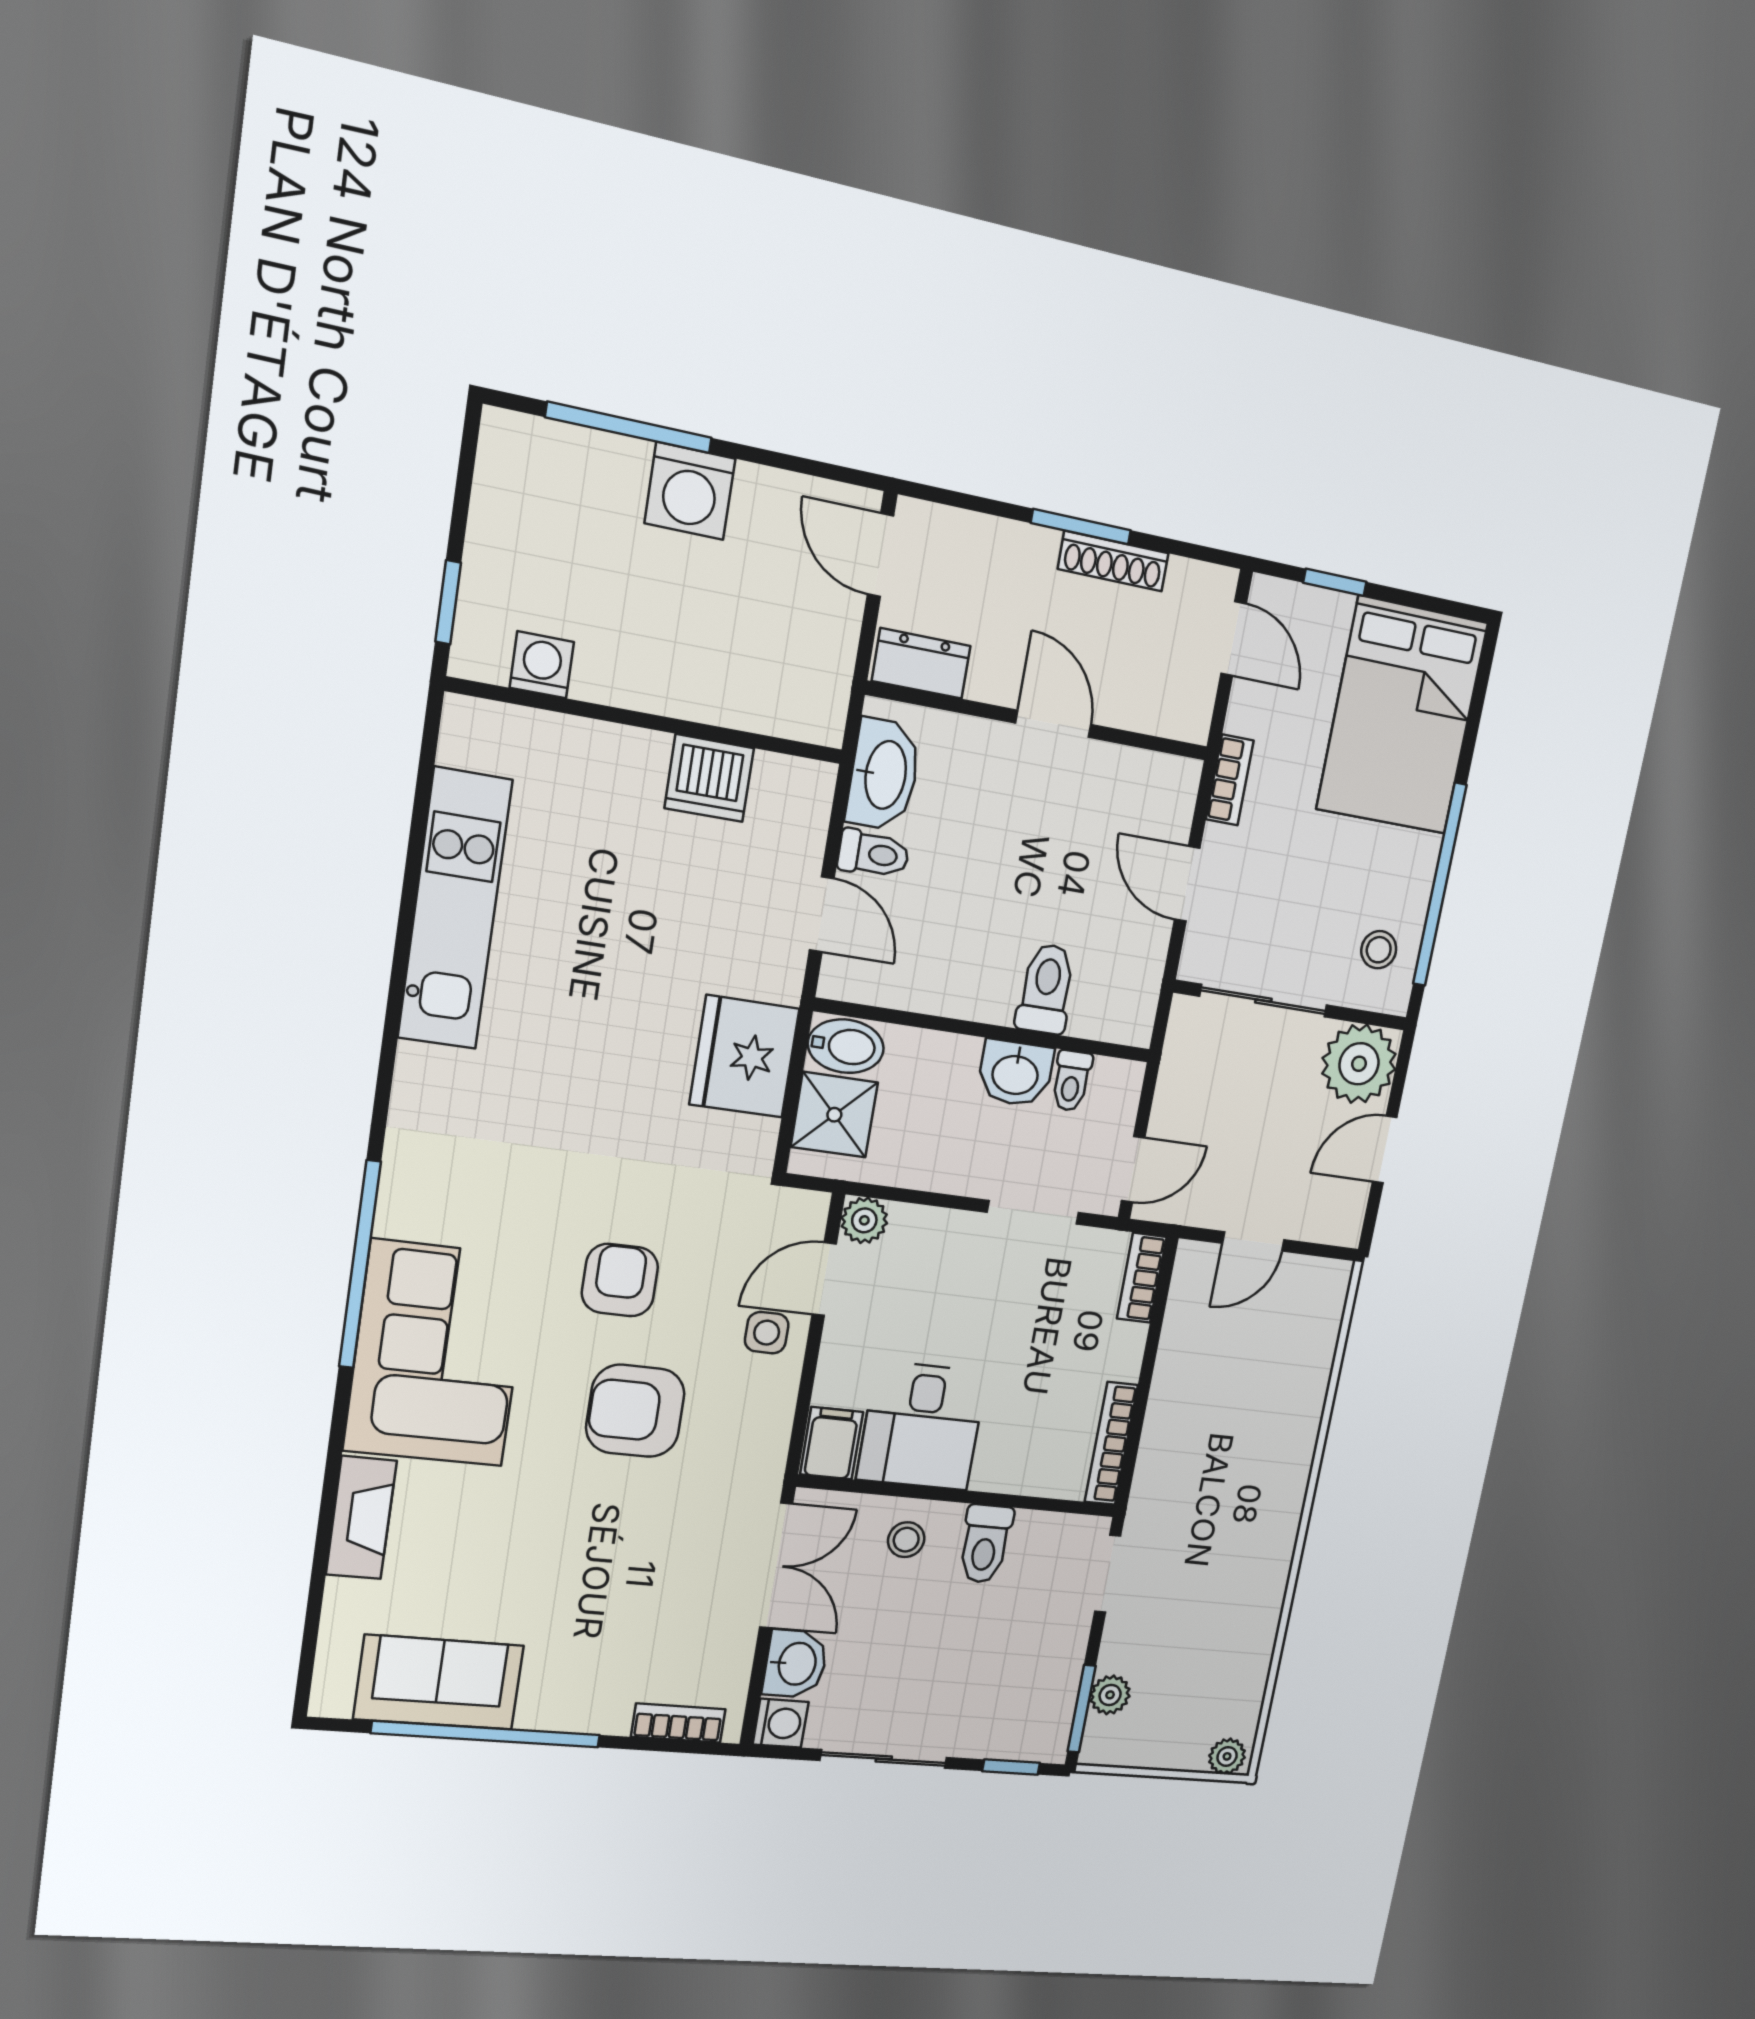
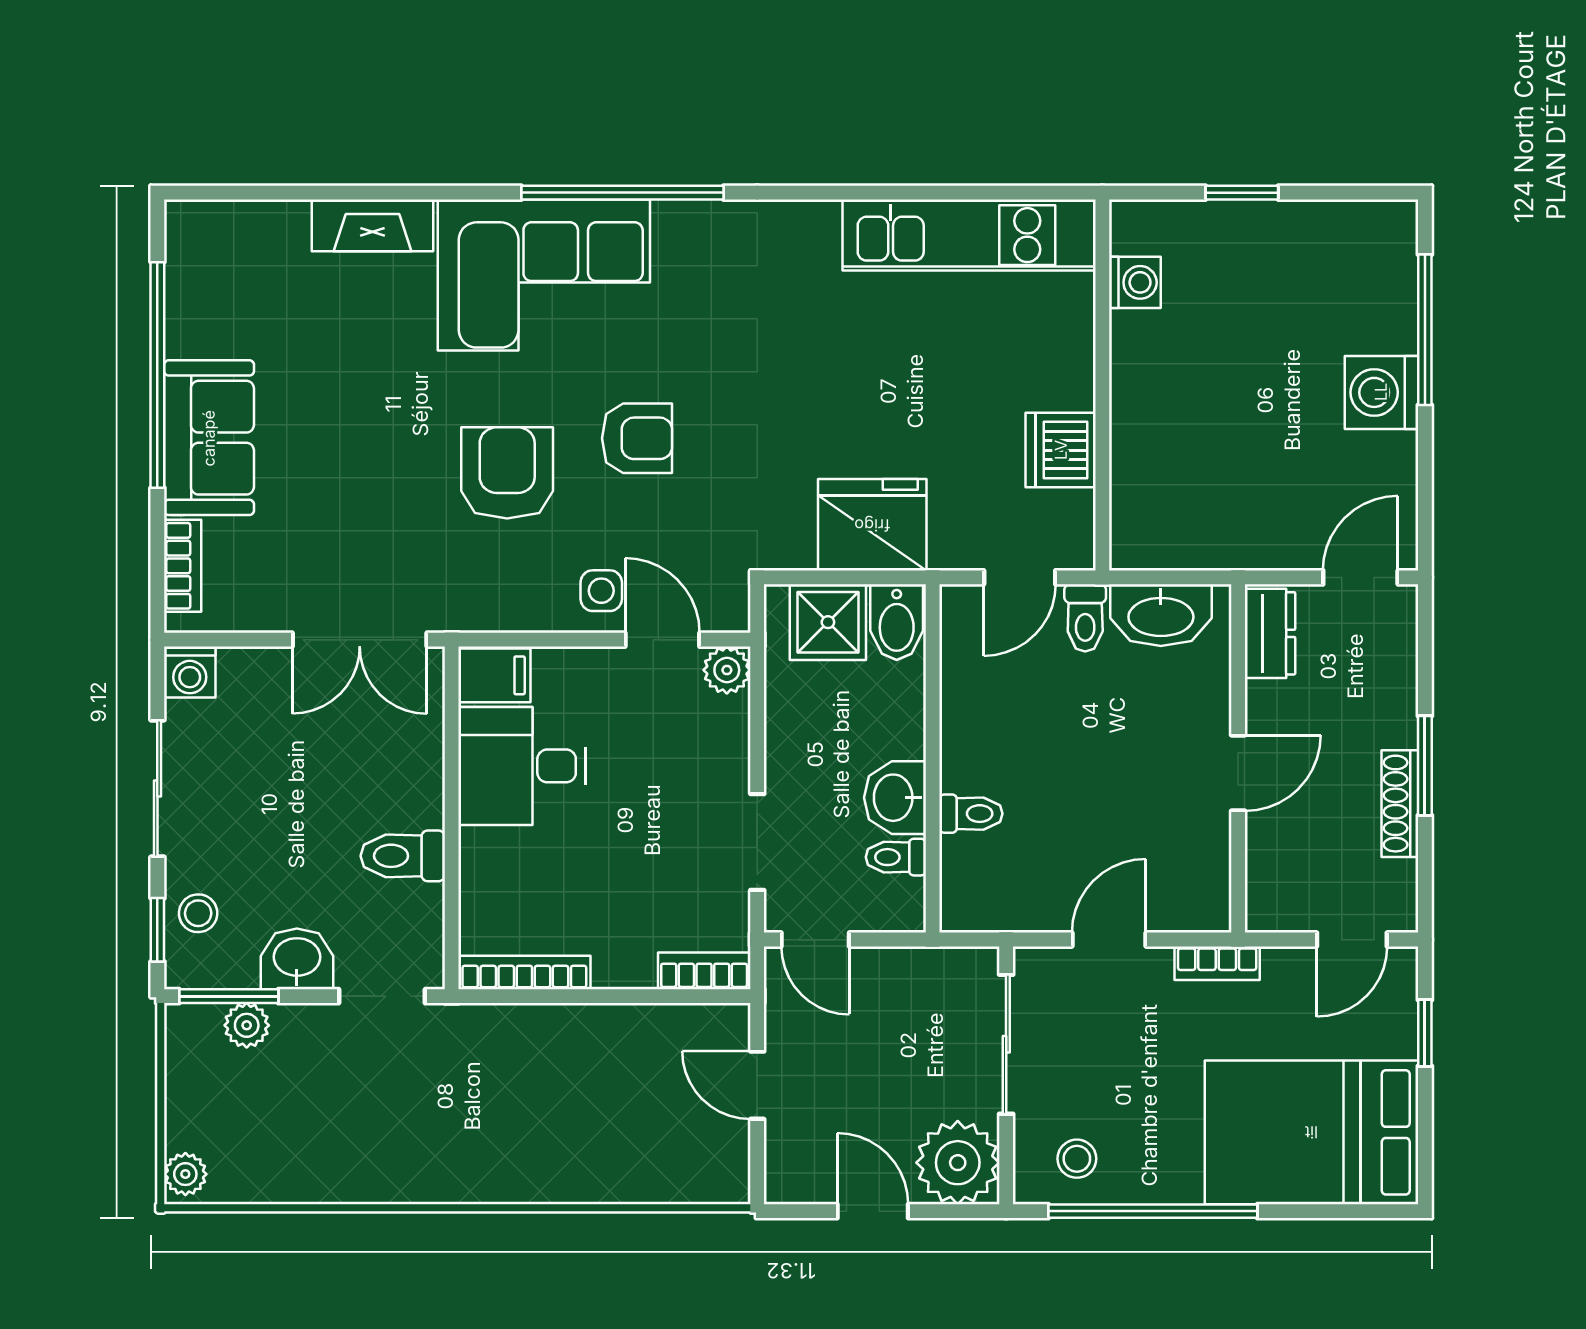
washing machine: (542, 665) -> (1135, 282), moved
wall: (647, 721) -> (1102, 385), moved
dishwasher: (709, 778) -> (1061, 450), moved
toilet: (1046, 989) -> (971, 814), width x0.73, depth x0.72
stool: (906, 1540) -> (198, 913), moved
washbasin: (795, 1664) -> (297, 959), moved, turned 180
sofa: (439, 1682) -> (209, 438), moved

